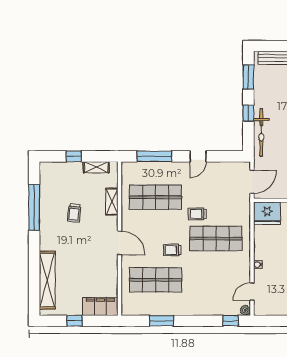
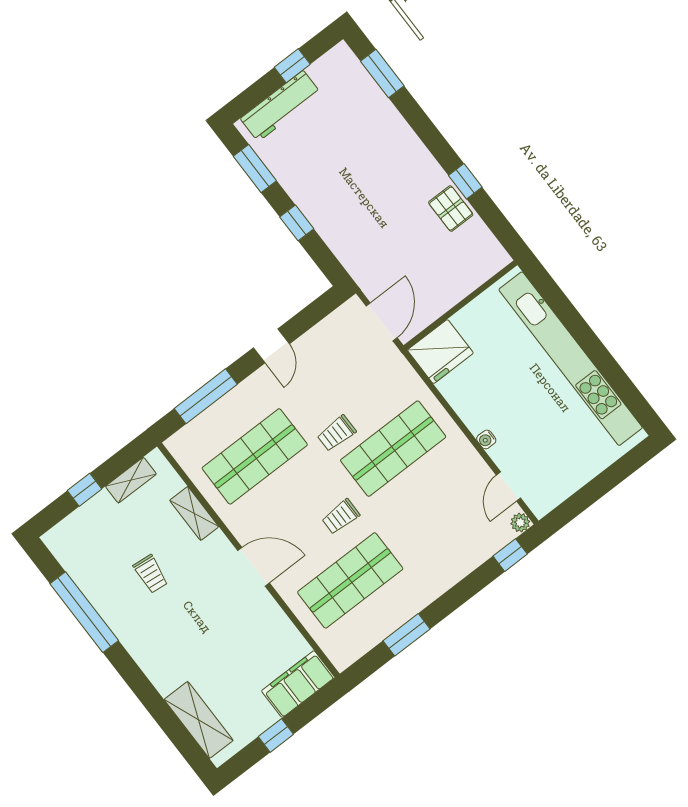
bicycle: (261, 132) -> (339, 237), removed
shelving: (47, 280) -> (199, 720), width x0.68

